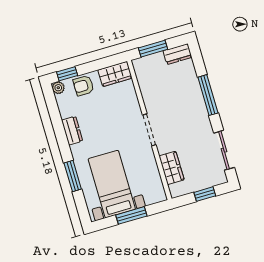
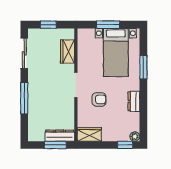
dresser: (177, 54) -> (60, 136), moved, width x1.44
armchair: (83, 86) -> (99, 99), moved

